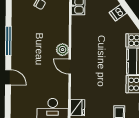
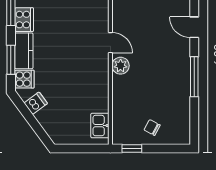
dishwasher: (118, 13) -> (36, 103), moved

